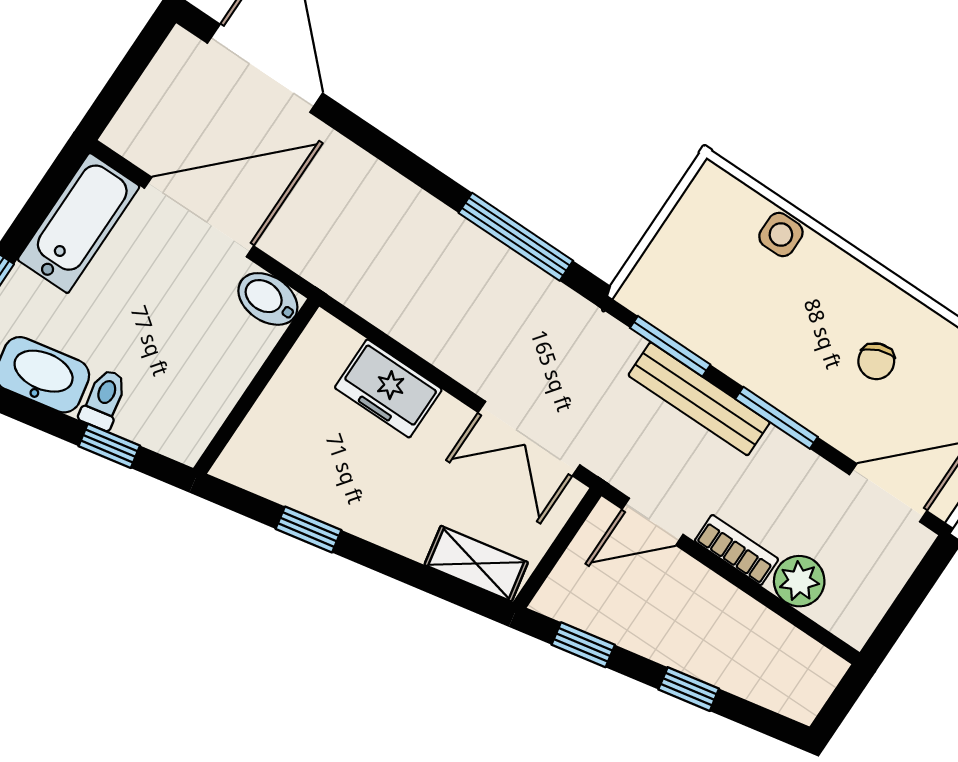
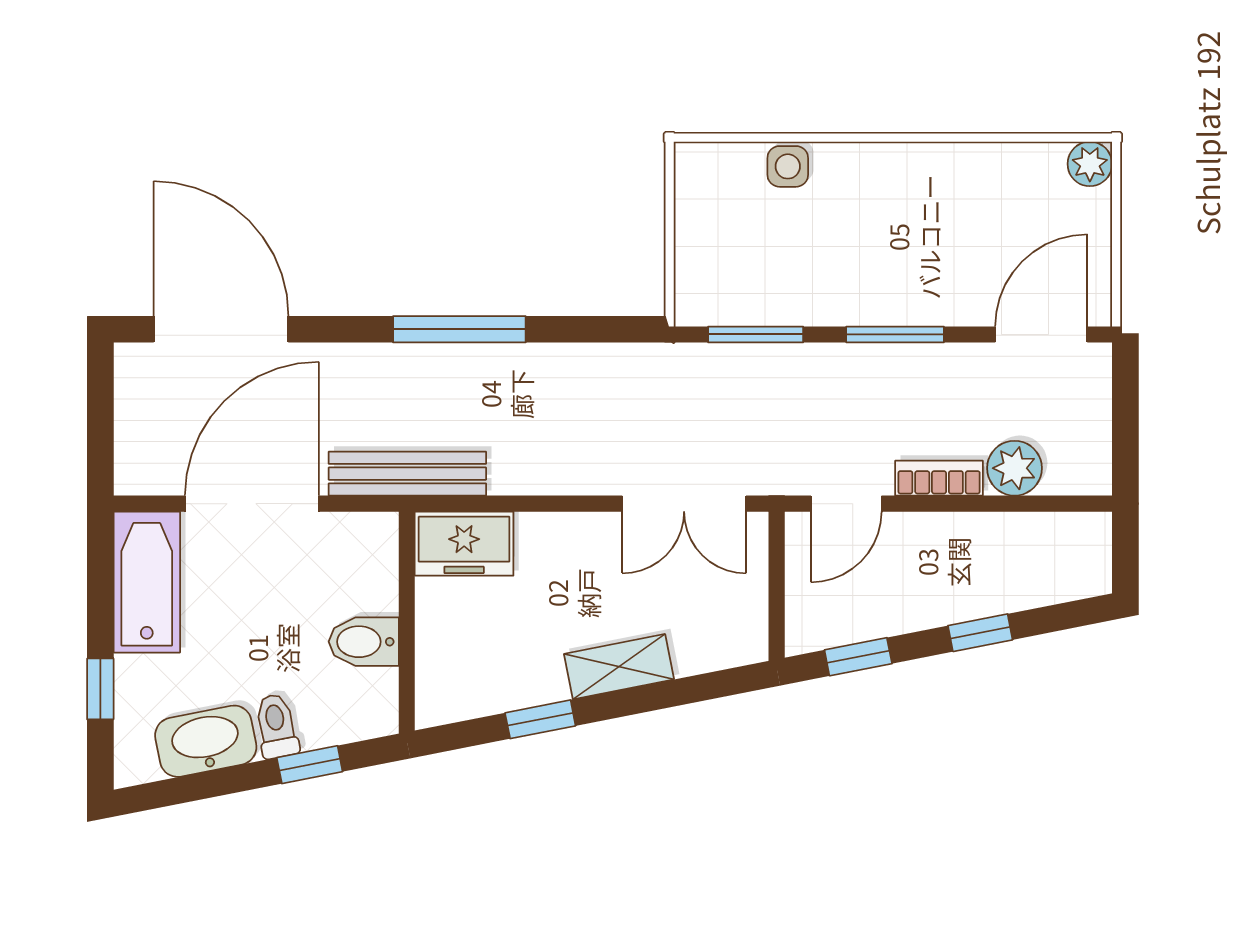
window: (516, 237) -> (459, 329), moved
bidet: (268, 299) -> (364, 642), moved
chair: (876, 361) -> (951, 223), removed
freezer: (388, 388) -> (464, 544), moved
bench: (699, 399) -> (407, 474), moved
shelving: (476, 564) -> (619, 667), moved

